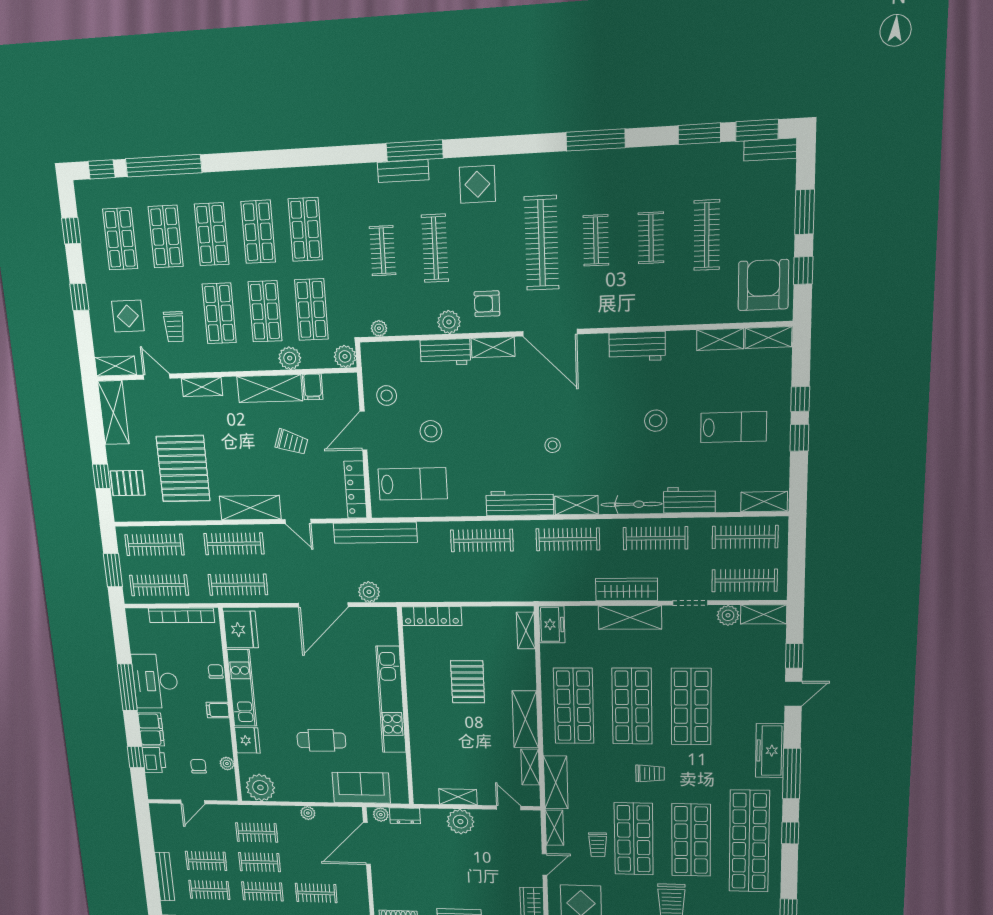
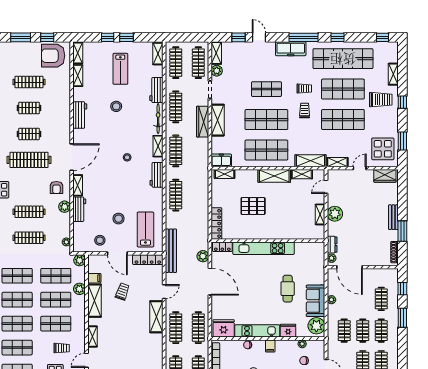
clothes rail: (383, 251) -> (29, 238), width x1.36
lab bench: (734, 427) -> (120, 69), turned 180
pallet: (183, 469) -> (135, 351), removed
workbench: (520, 503) -> (156, 175), width x0.73
locker: (389, 627) -> (222, 247), added
shop shelf: (691, 707) -> (266, 89), width x0.70, depth x0.74
sofa: (361, 788) -> (316, 301), moved
trolley: (598, 845) -> (304, 88), moved
door: (545, 864) -> (360, 168), hinge flipped

